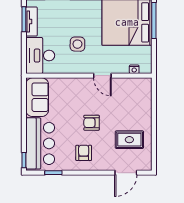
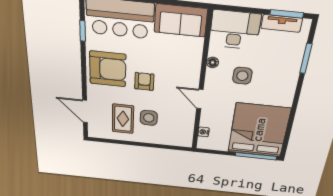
floor lamp: (69, 69) -> (213, 62), added
door: (102, 76) -> (200, 99), hinge flipped
side table: (126, 117) -> (149, 118), added
armchair: (84, 153) -> (108, 69), width x1.88, depth x1.88

